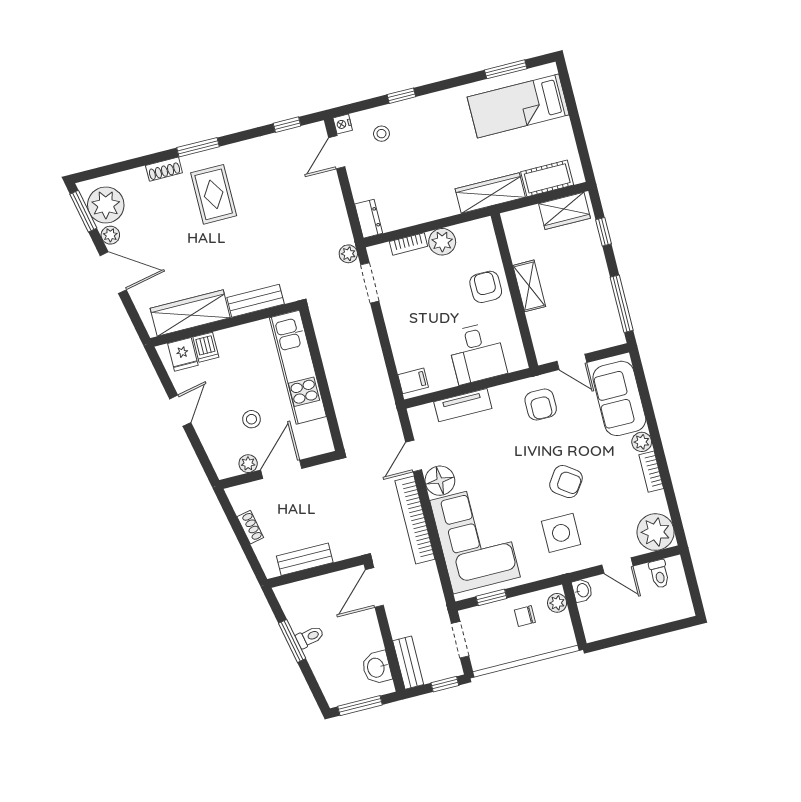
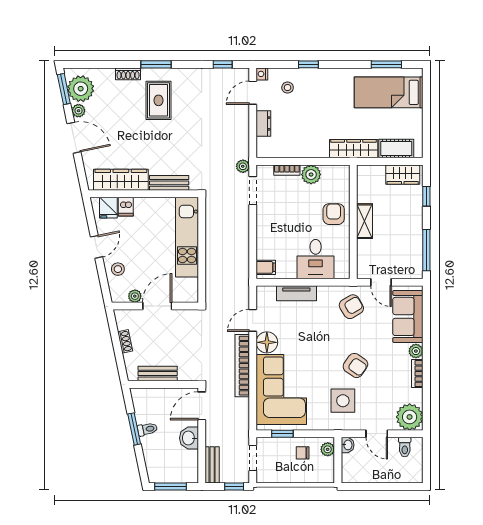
dresser: (369, 219) -> (263, 123), moved
armchair: (541, 405) -> (351, 307), turned -121
stool: (251, 419) -> (118, 269), moved
washbasin: (377, 667) -> (189, 438), moved

